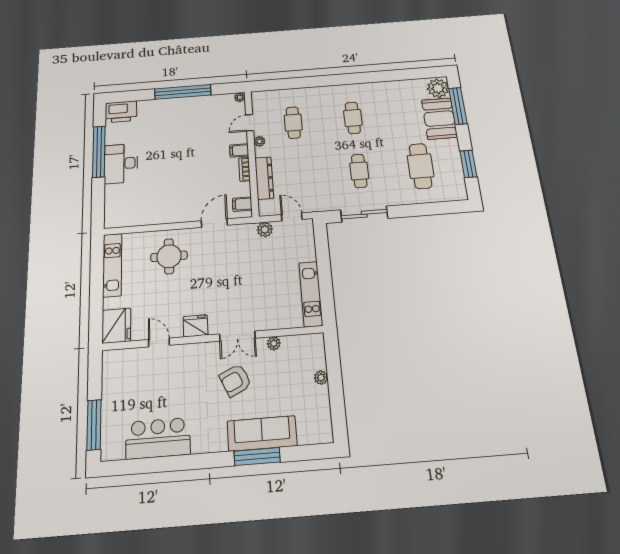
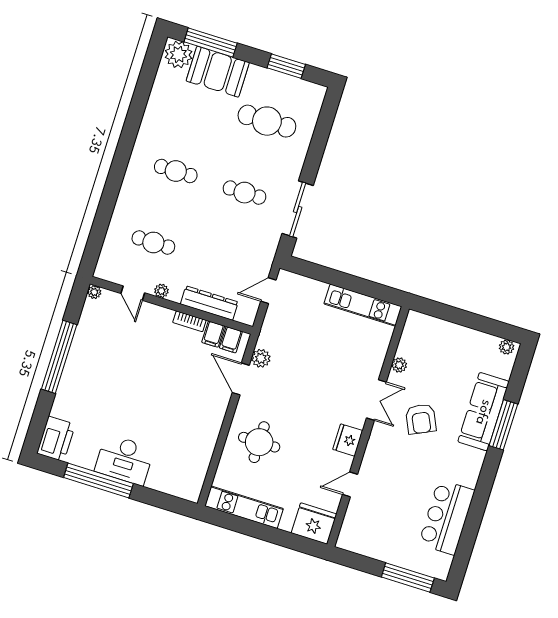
filing cabinet: (239, 151) -> (213, 334), moved
plant: (265, 230) -> (261, 358), moved
plant: (321, 378) -> (507, 347), moved

